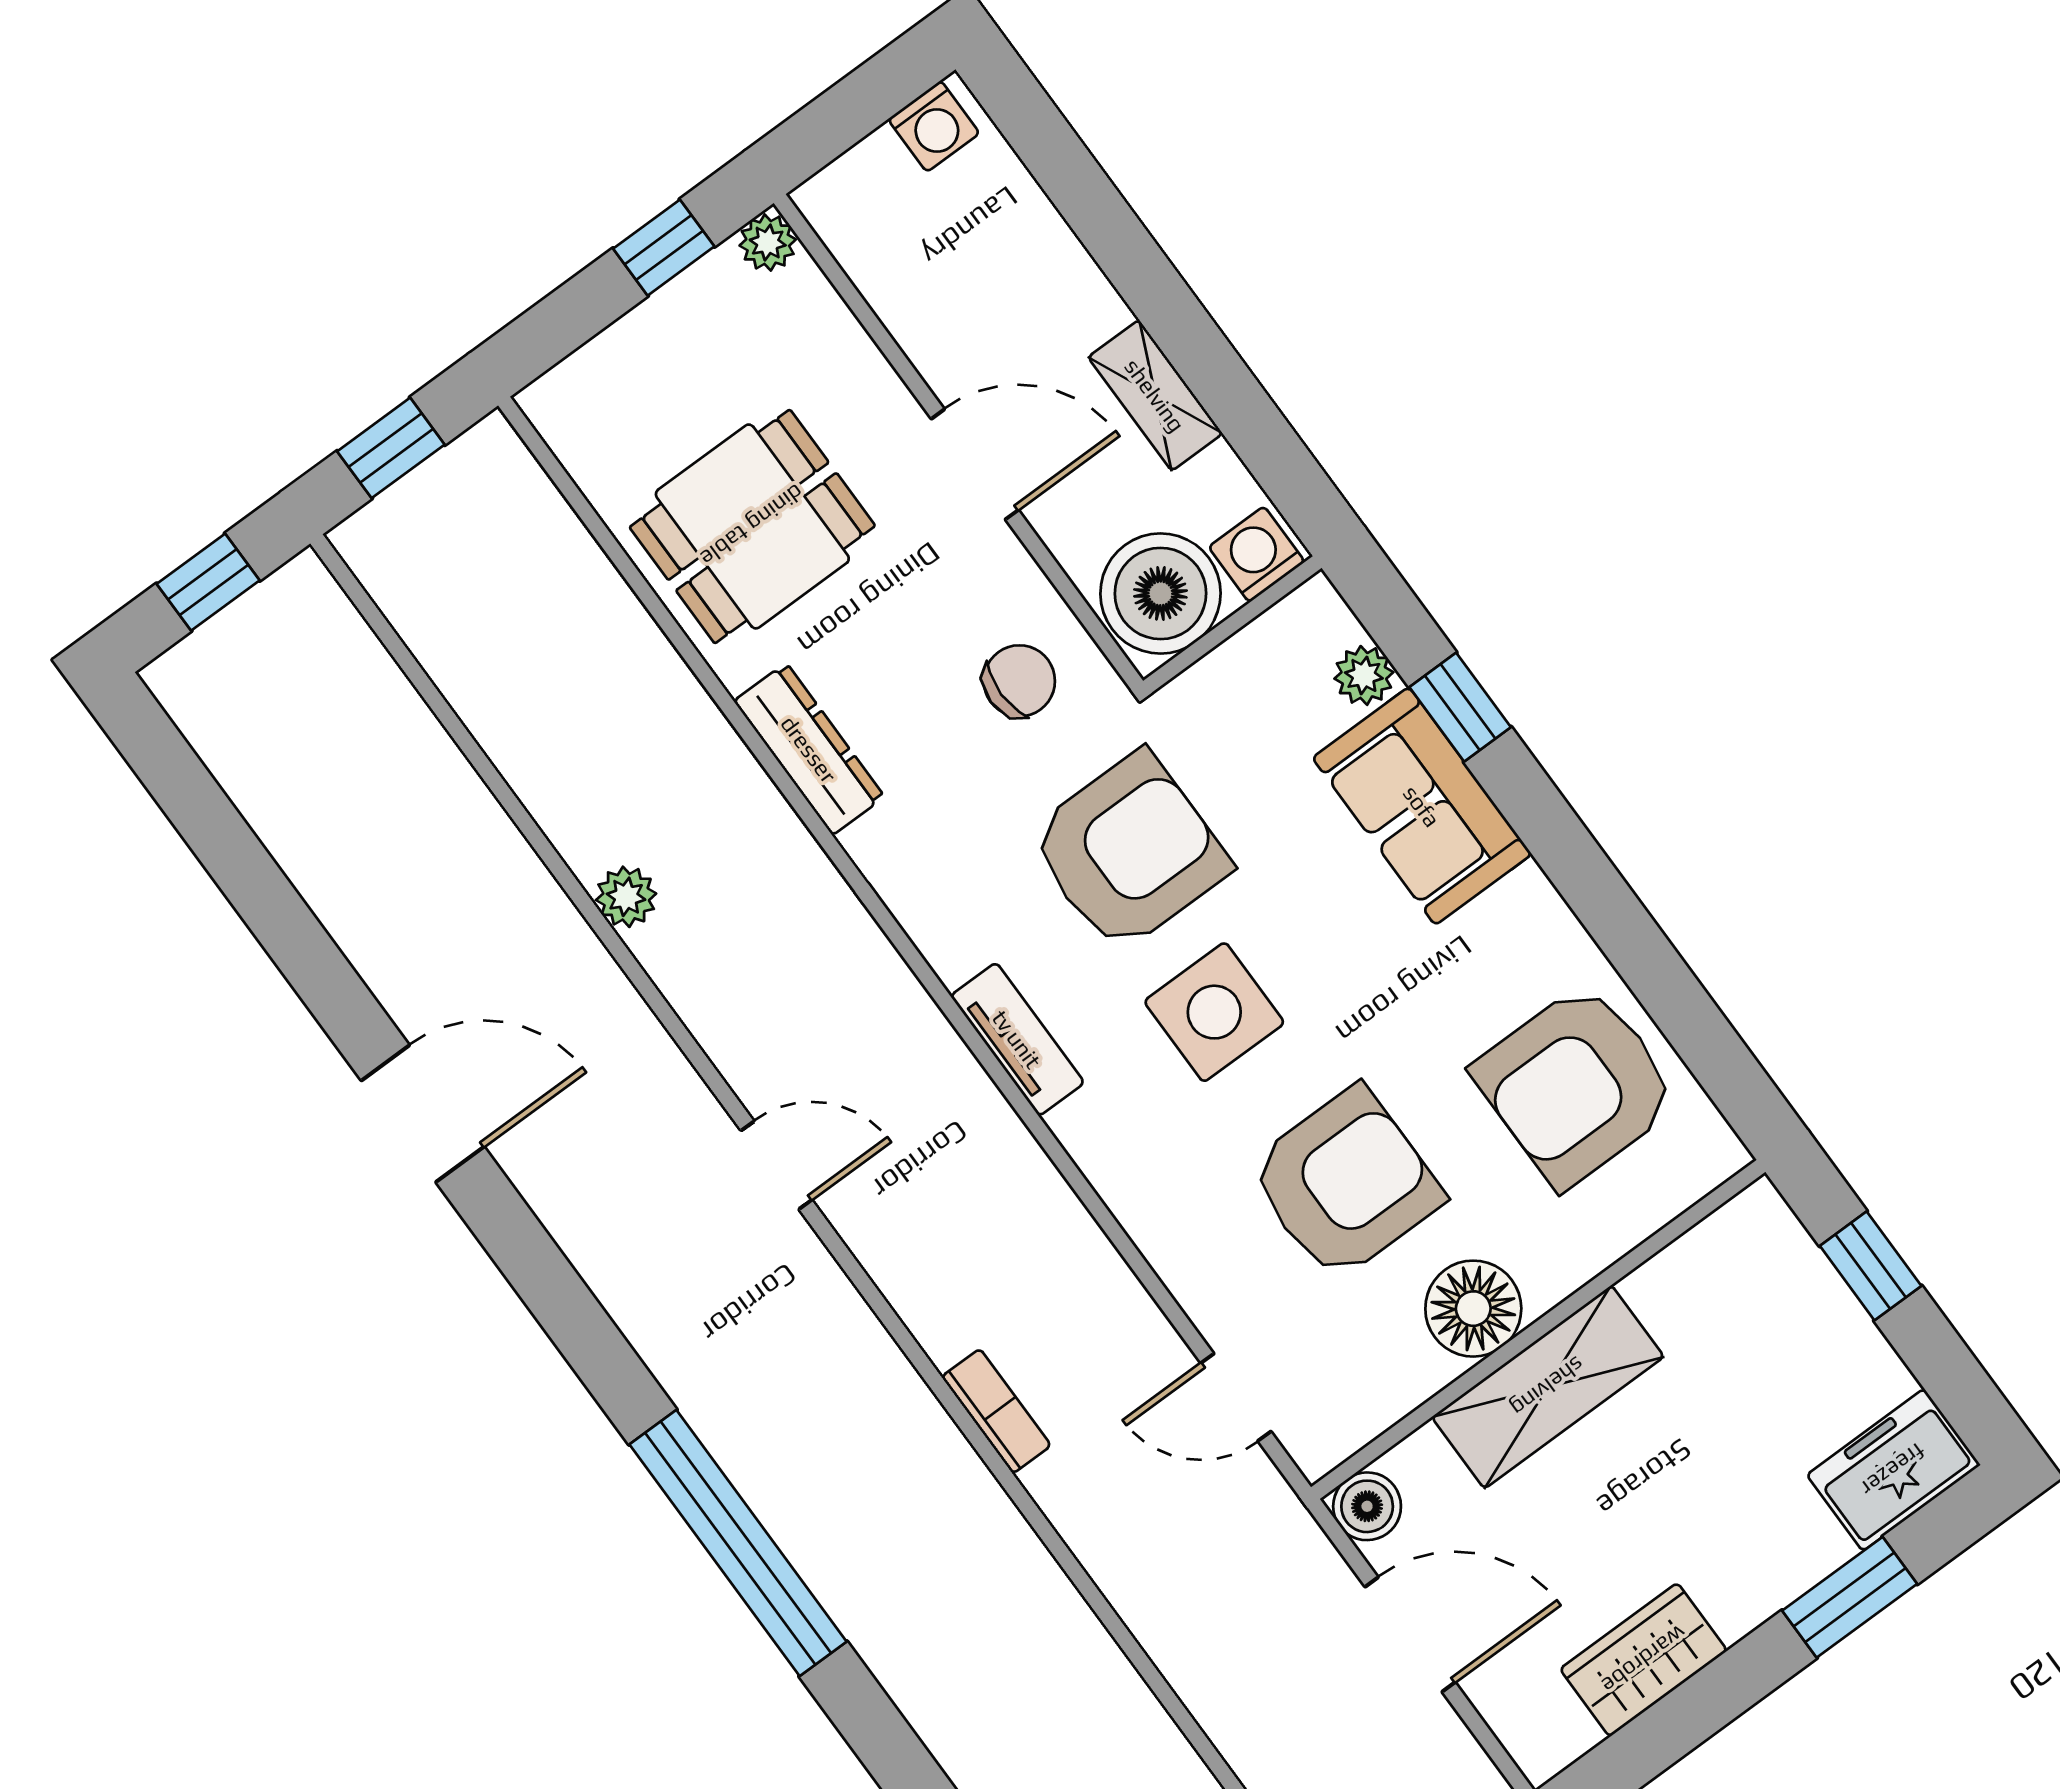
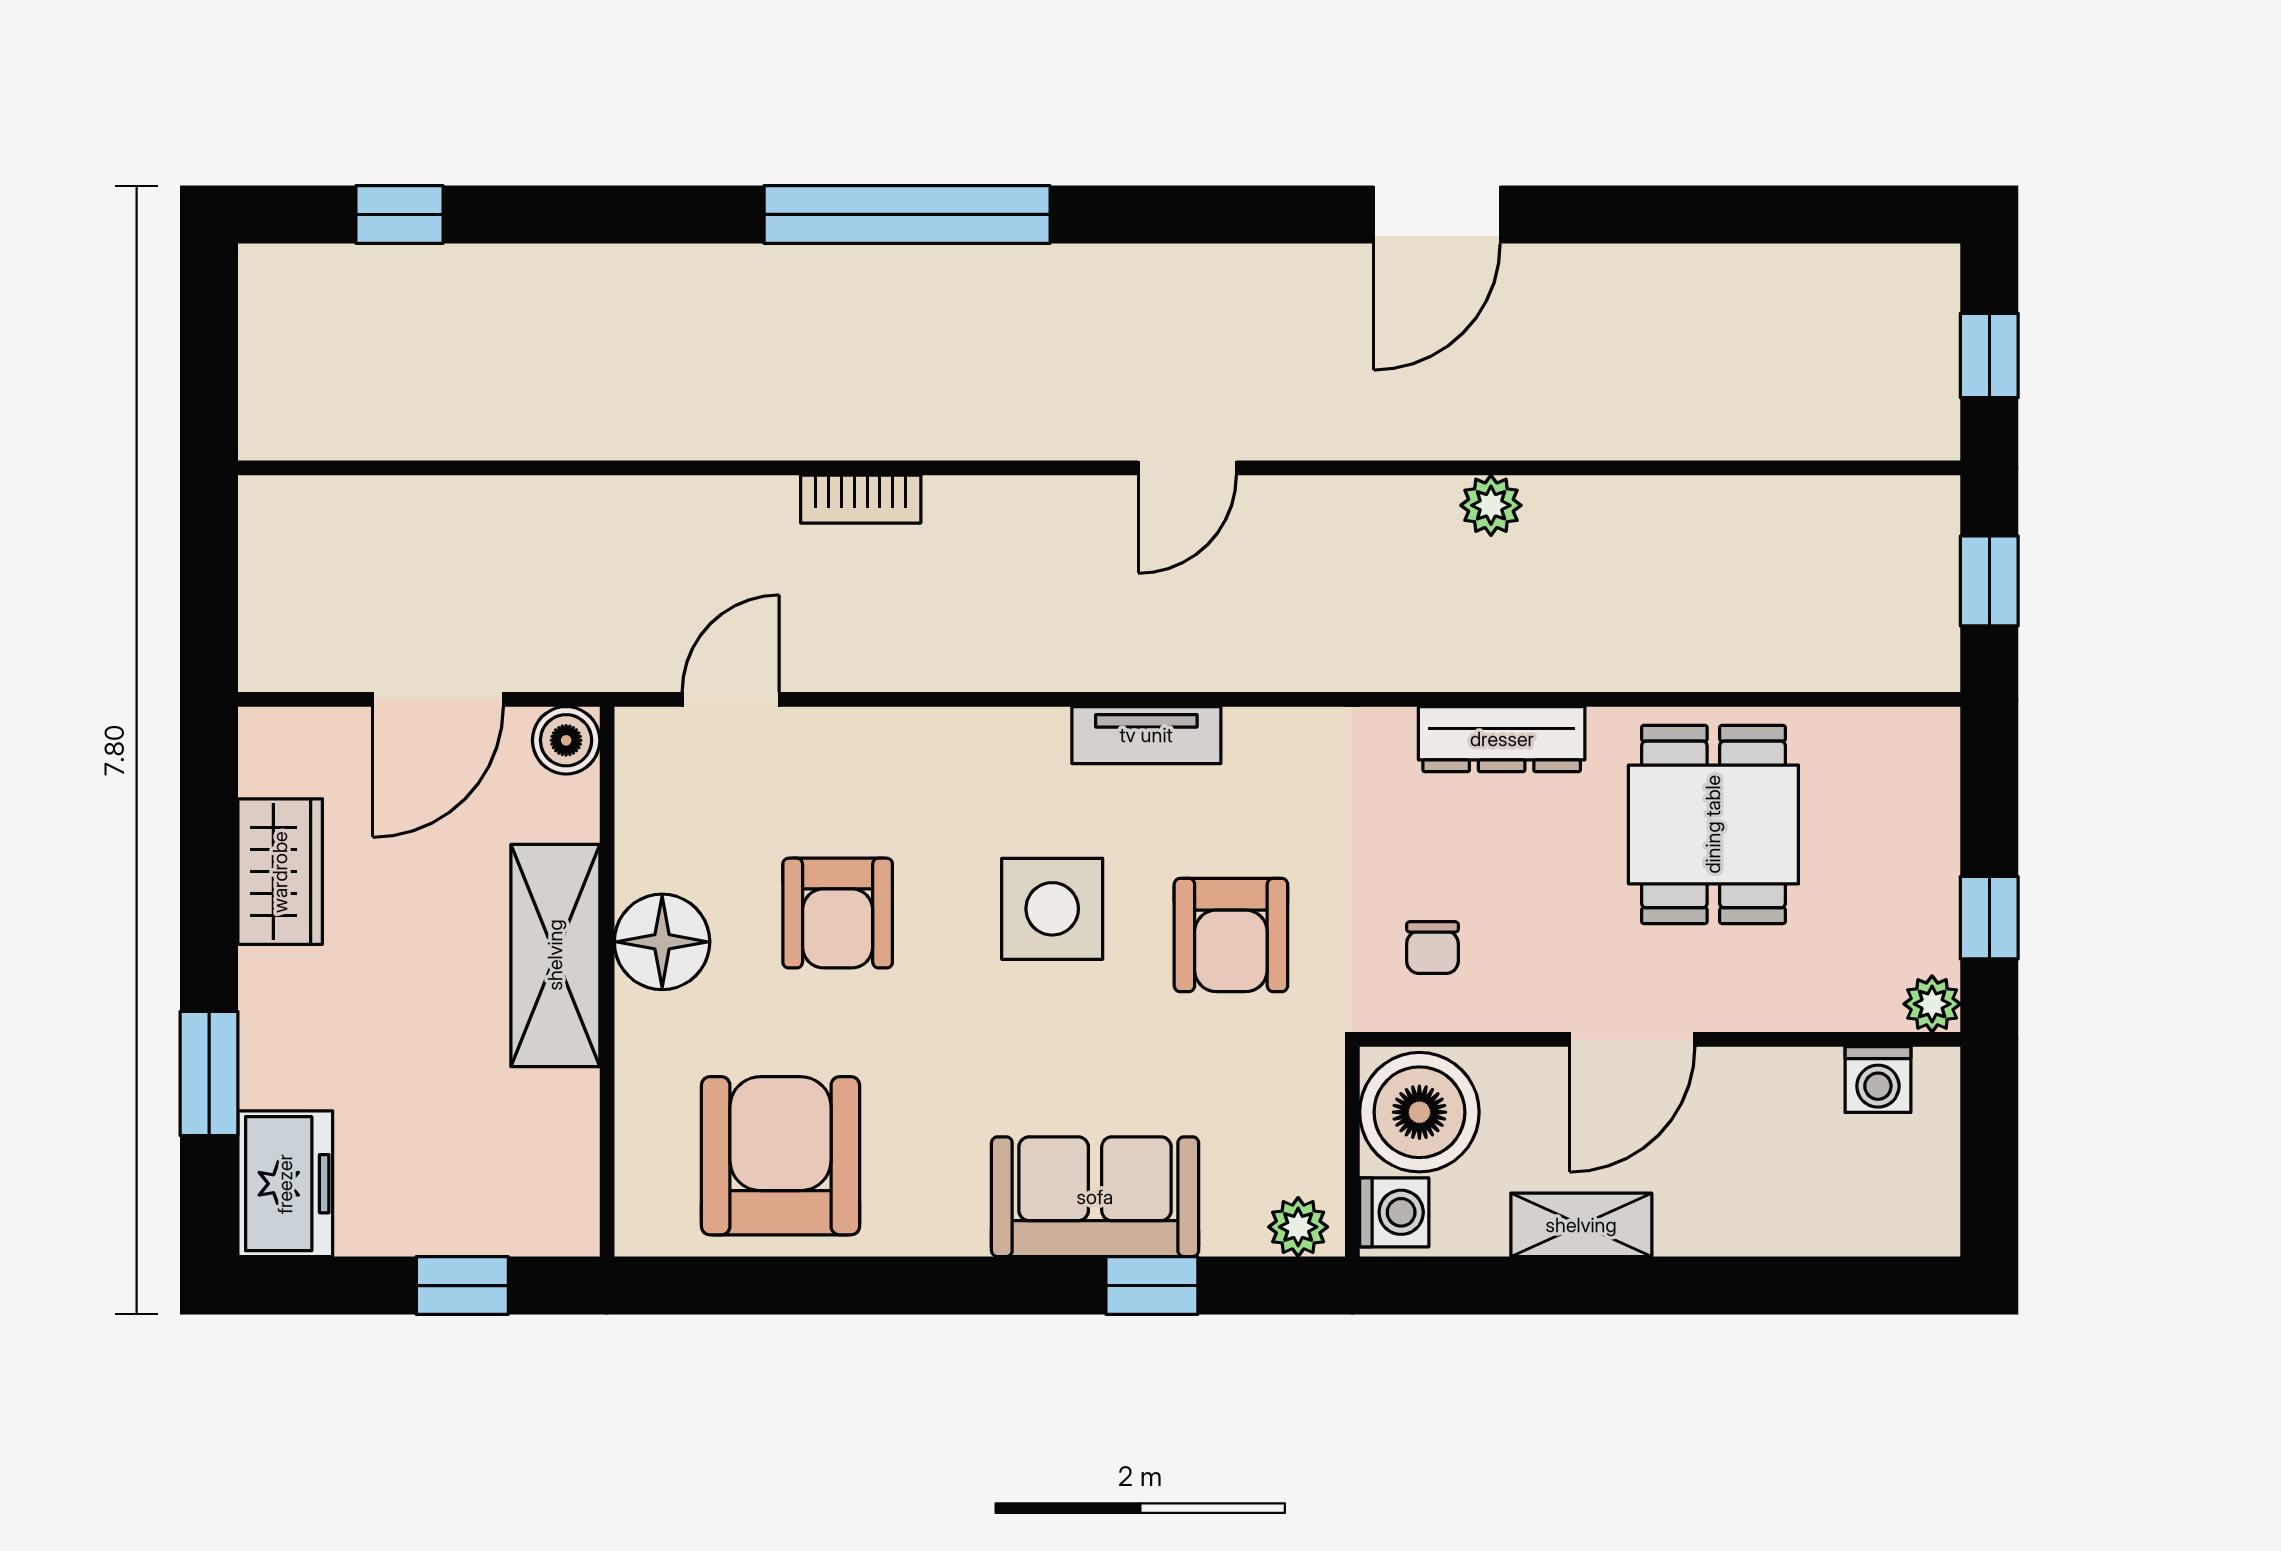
washing machine: (934, 126) -> (1878, 1080), moved, turned -90
plant: (1364, 675) -> (1298, 1227), moved
chair: (1019, 681) -> (1432, 948), width x0.73, depth x0.73
armchair: (1129, 852) -> (1231, 935), width x0.73, depth x0.73
armchair: (1345, 1183) -> (838, 913), width x0.73, depth x0.73

